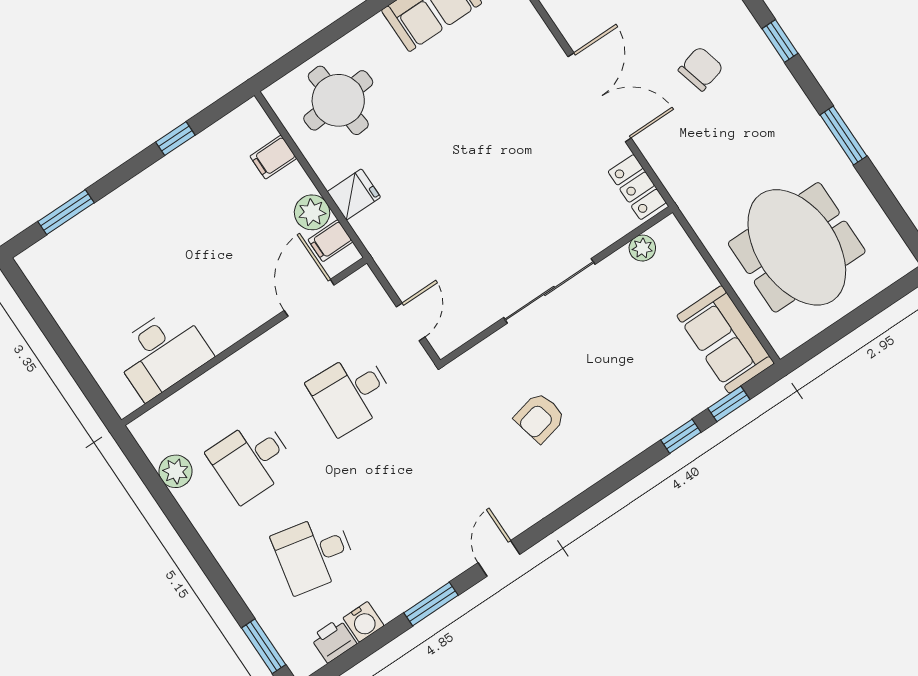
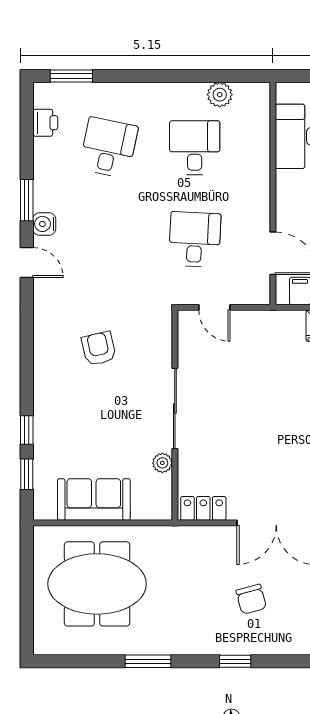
plant: (642, 248) -> (162, 463), moved
sofa: (725, 339) -> (94, 499), moved
water cooler: (363, 622) -> (44, 224), moved

